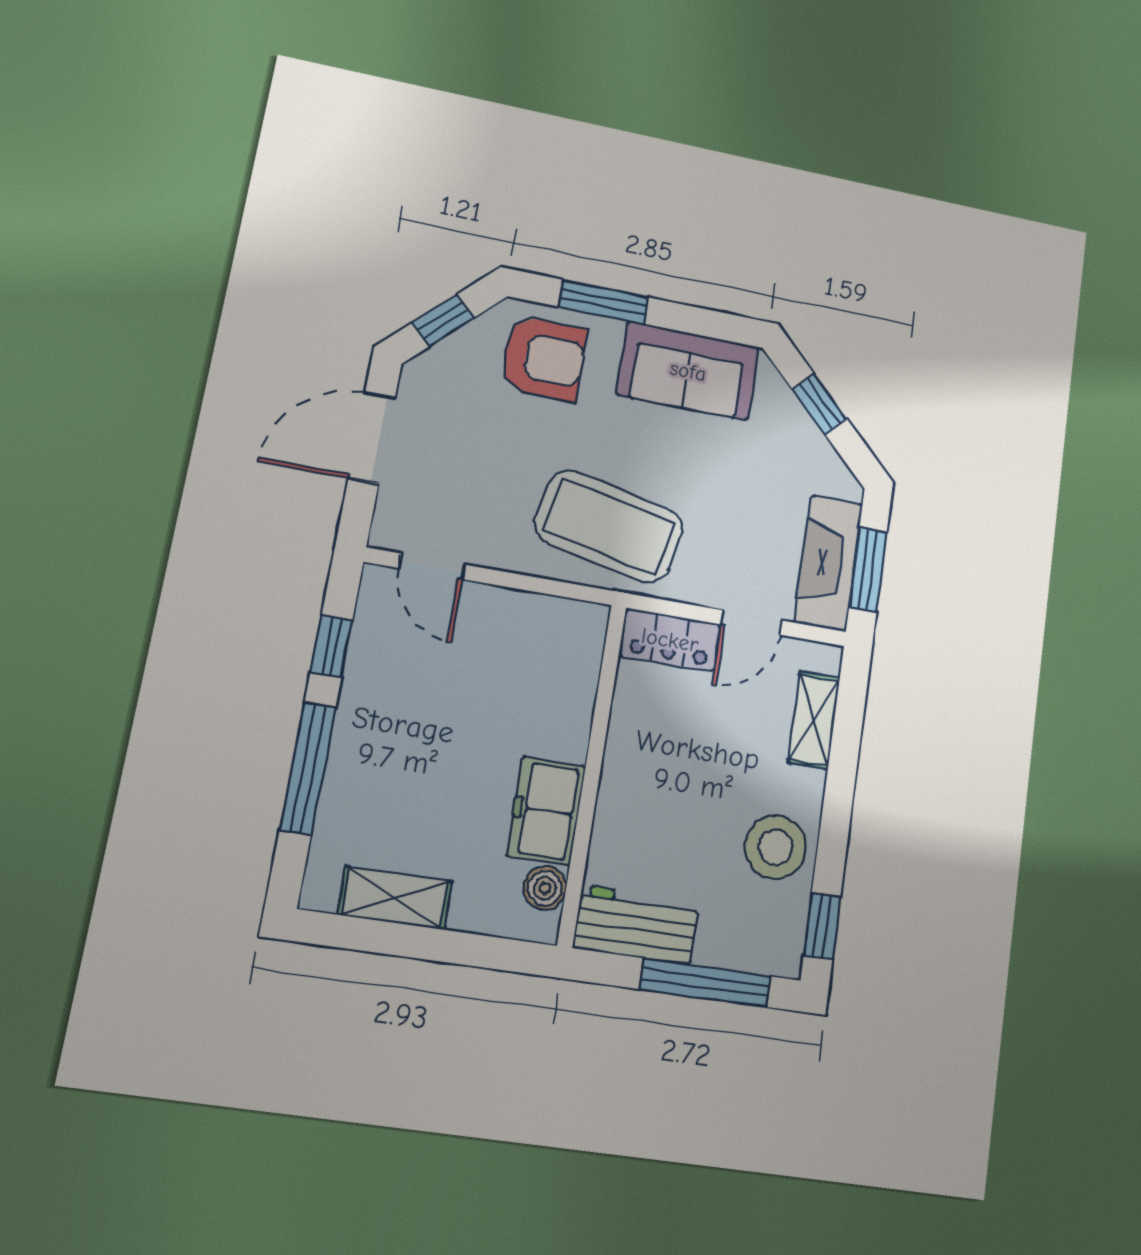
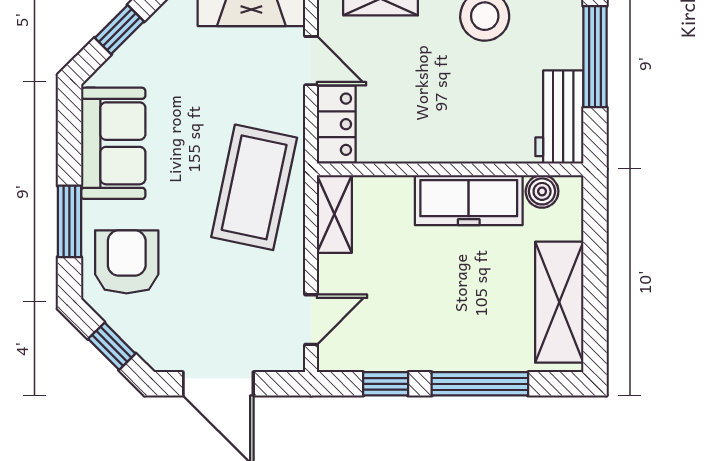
shelving: (560, 618) -> (334, 214), added
freezer: (546, 811) -> (469, 200), width x1.40
shelving: (395, 898) -> (559, 302), width x1.50, depth x1.33

